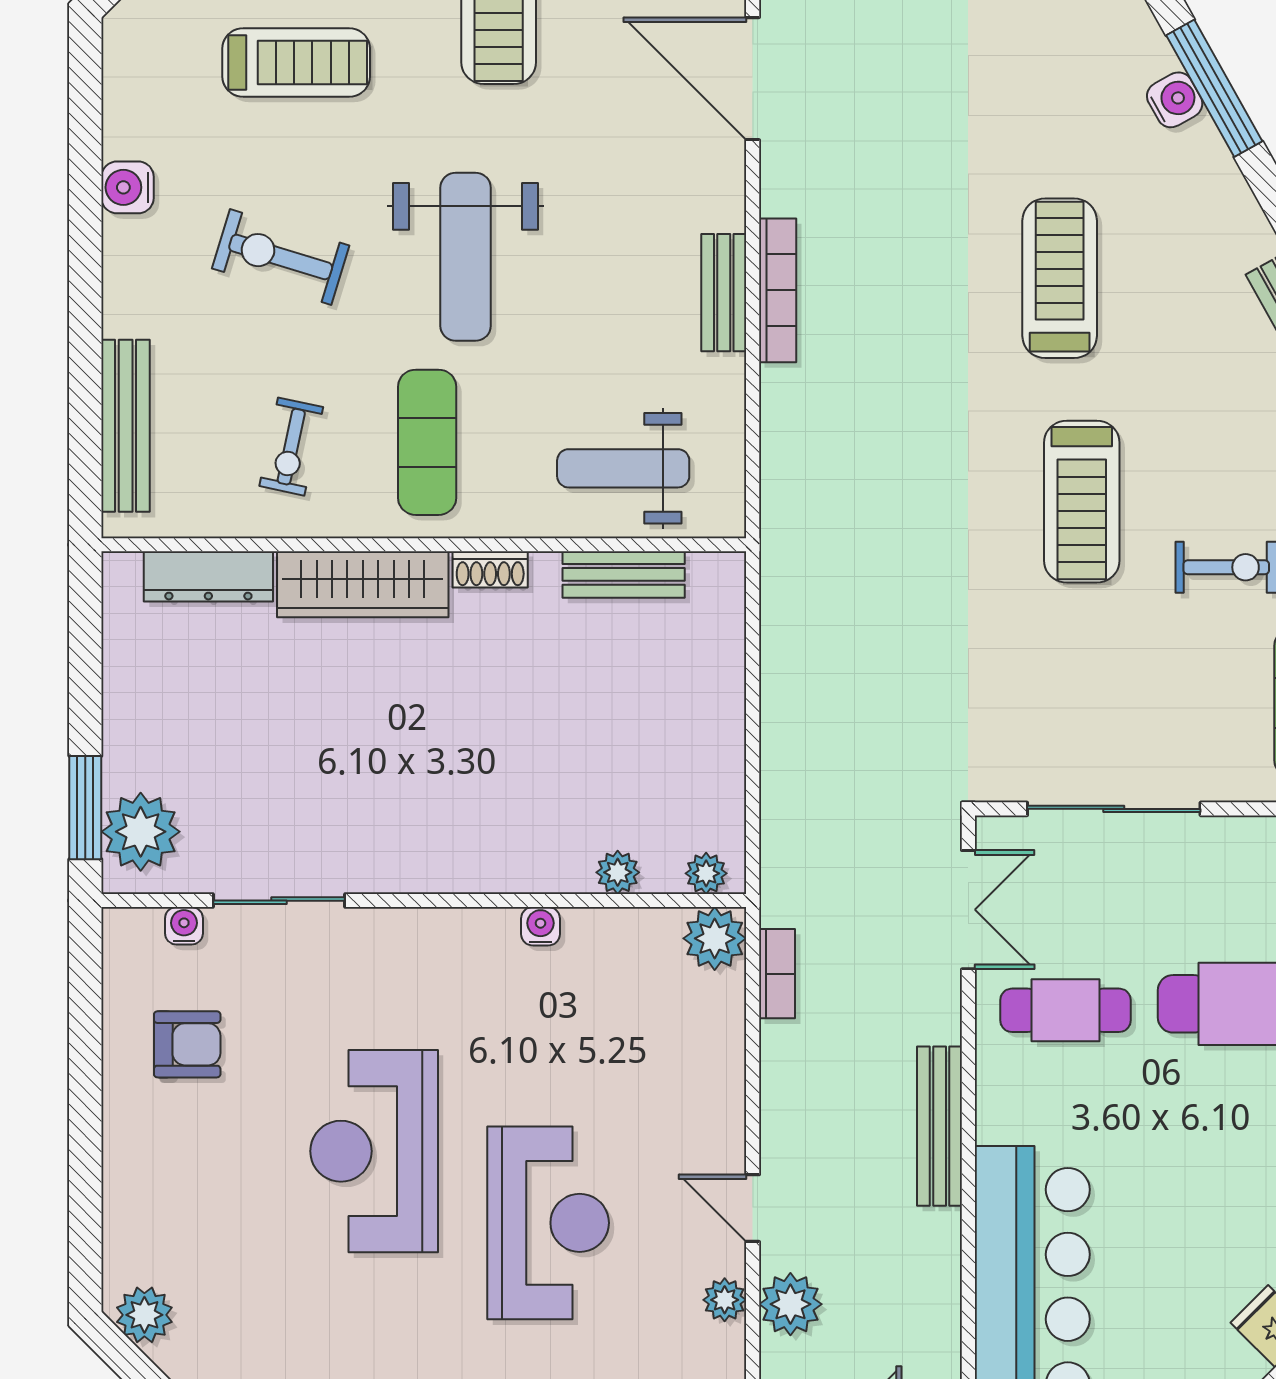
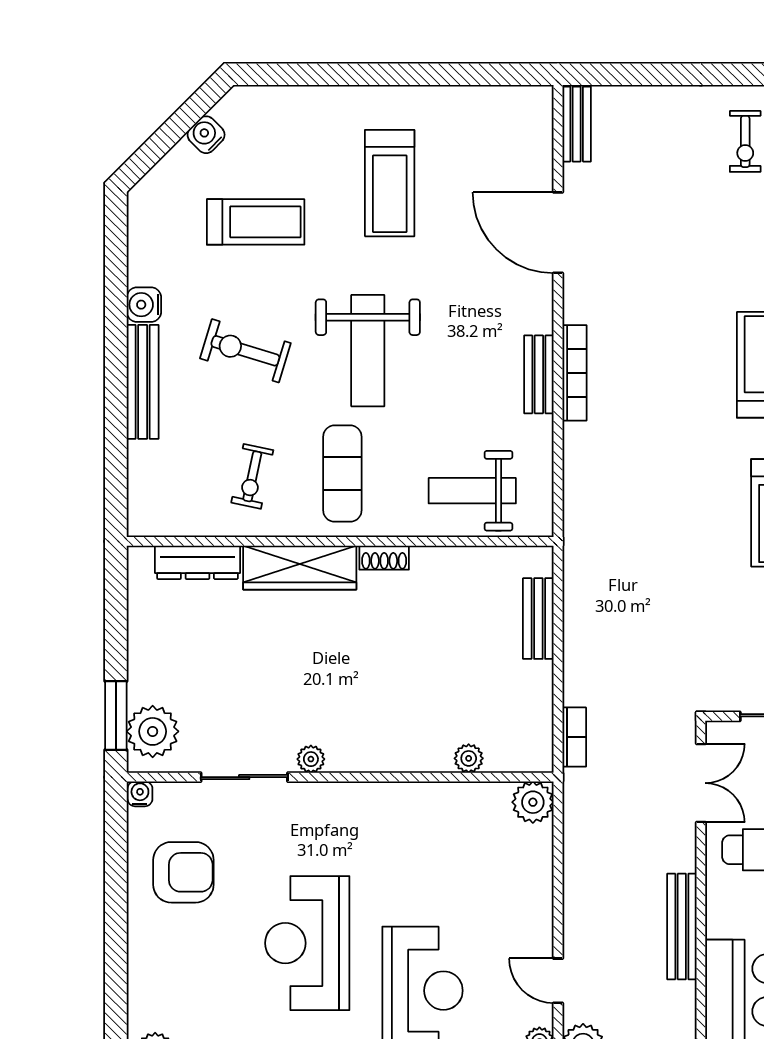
bench: (126, 426) -> (143, 382), moved
bench: (624, 574) -> (538, 619), moved, turned 90
plant: (706, 873) -> (311, 759), moved
water cooler: (184, 926) -> (140, 794), moved
water cooler: (540, 926) -> (417, 794), removed
bookcase: (777, 974) -> (574, 737), moved
armchair: (187, 1044) -> (183, 872), width x1.38, depth x1.38

